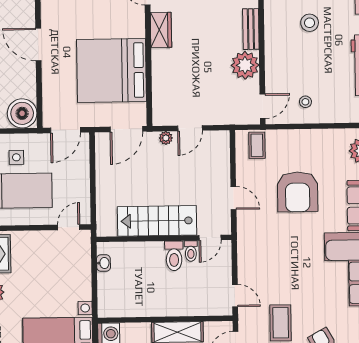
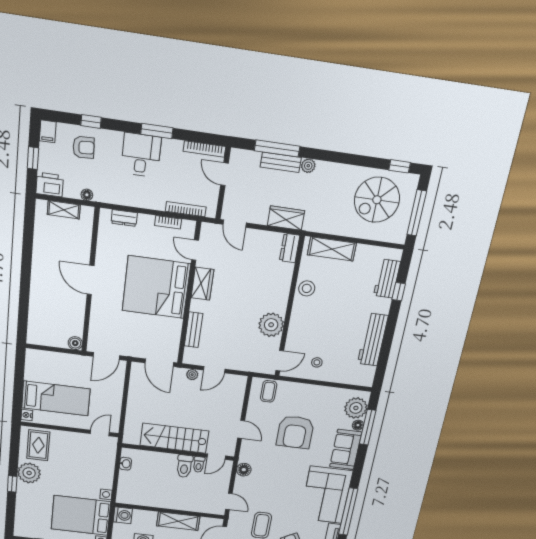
stool: (310, 23) -> (307, 288), moved
bench: (251, 29) -> (194, 330), moved
bed: (112, 70) -> (156, 287), moved
boiler: (22, 113) -> (75, 343), width x0.54, depth x0.54
door: (126, 129) -> (159, 363), hinge flipped
side table: (16, 157) -> (61, 372), removed
floor lamp: (246, 250) -> (244, 470), added

